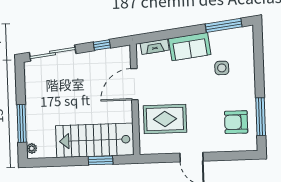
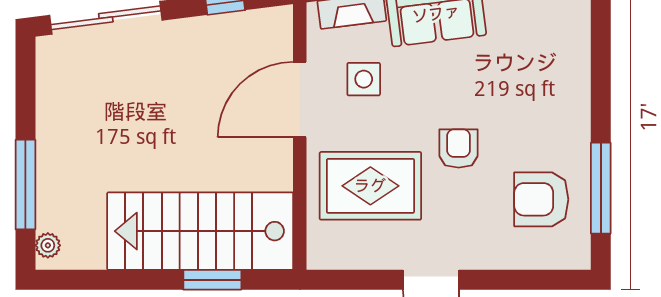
side table: (222, 68) -> (364, 79), moved
armchair: (201, 102) -> (459, 148), added

